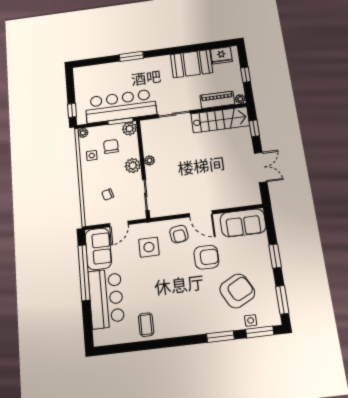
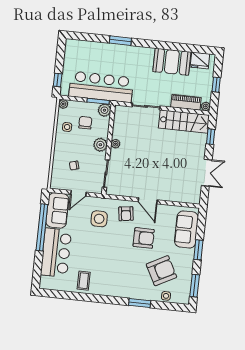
sofa: (243, 223) -> (186, 229), moved, turned 90
window: (260, 332) -> (171, 306), removed

